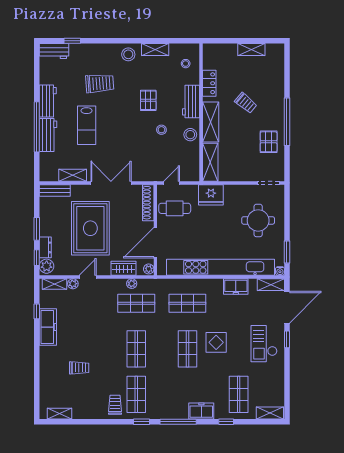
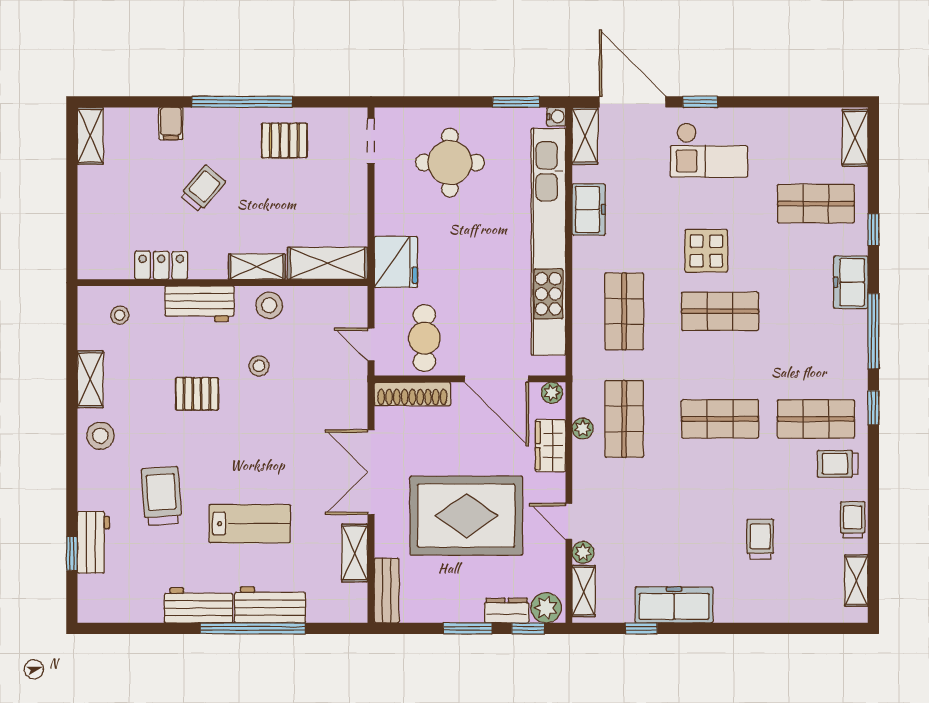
shelving: (251, 50) -> (90, 136), moved
workbench: (54, 51) -> (93, 542), moved
filing cabinet: (277, 88) -> (171, 123), added
shelving: (211, 122) -> (257, 267), width x0.67, depth x0.75
trolley: (88, 412) -> (853, 520), added

